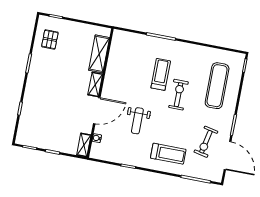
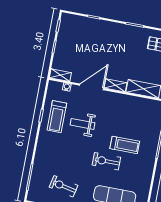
exercise bike: (178, 95) -> (106, 161), turned 180
door: (97, 111) -> (92, 87), swing flipped
treadmill: (168, 154) -> (57, 117), moved

